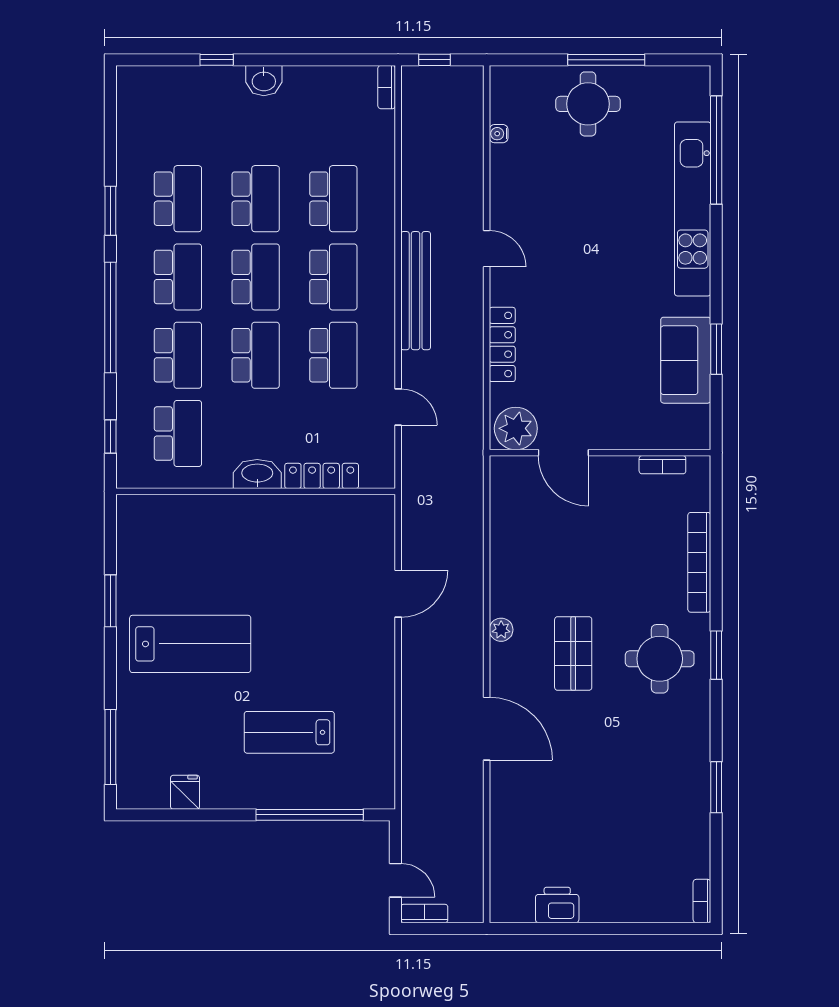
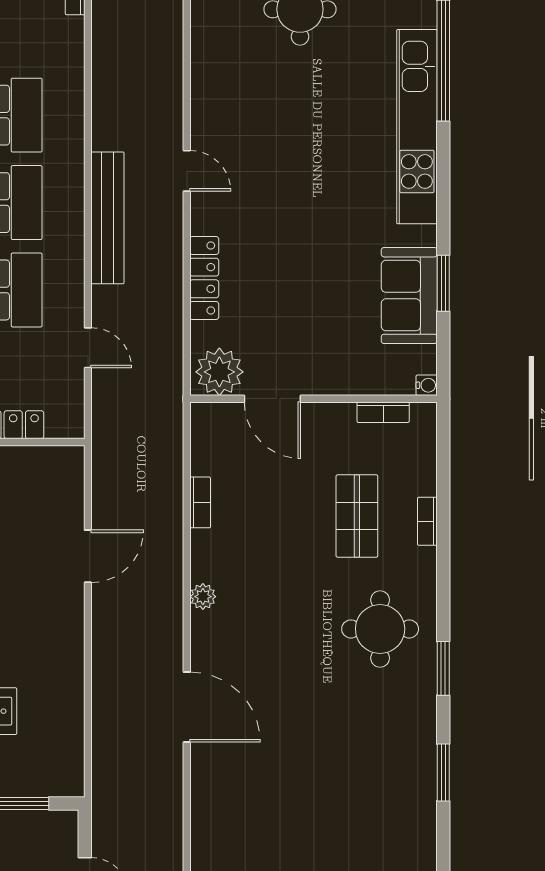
water cooler: (499, 134) -> (427, 385), moved, turned 180
bookcase: (499, 545) -> (200, 502), added
bookcase: (699, 562) -> (427, 521), width x0.43, depth x0.76
shop shelf: (573, 654) -> (357, 516), moved
window: (716, 655) -> (443, 668), moved

